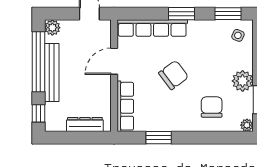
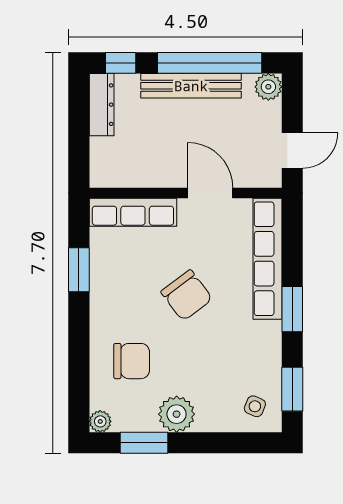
dresser: (85, 124) -> (102, 105), moved

